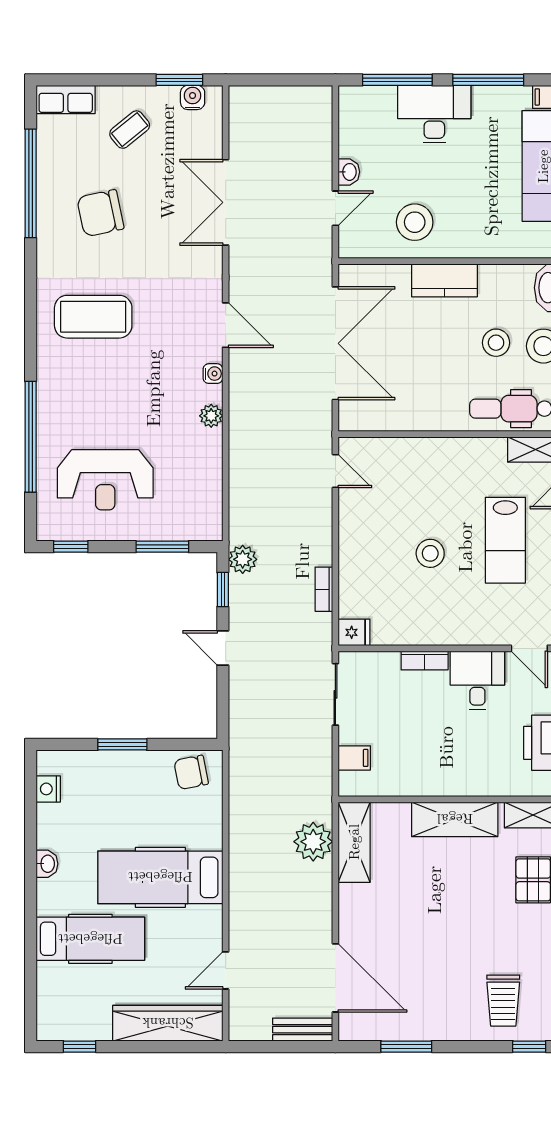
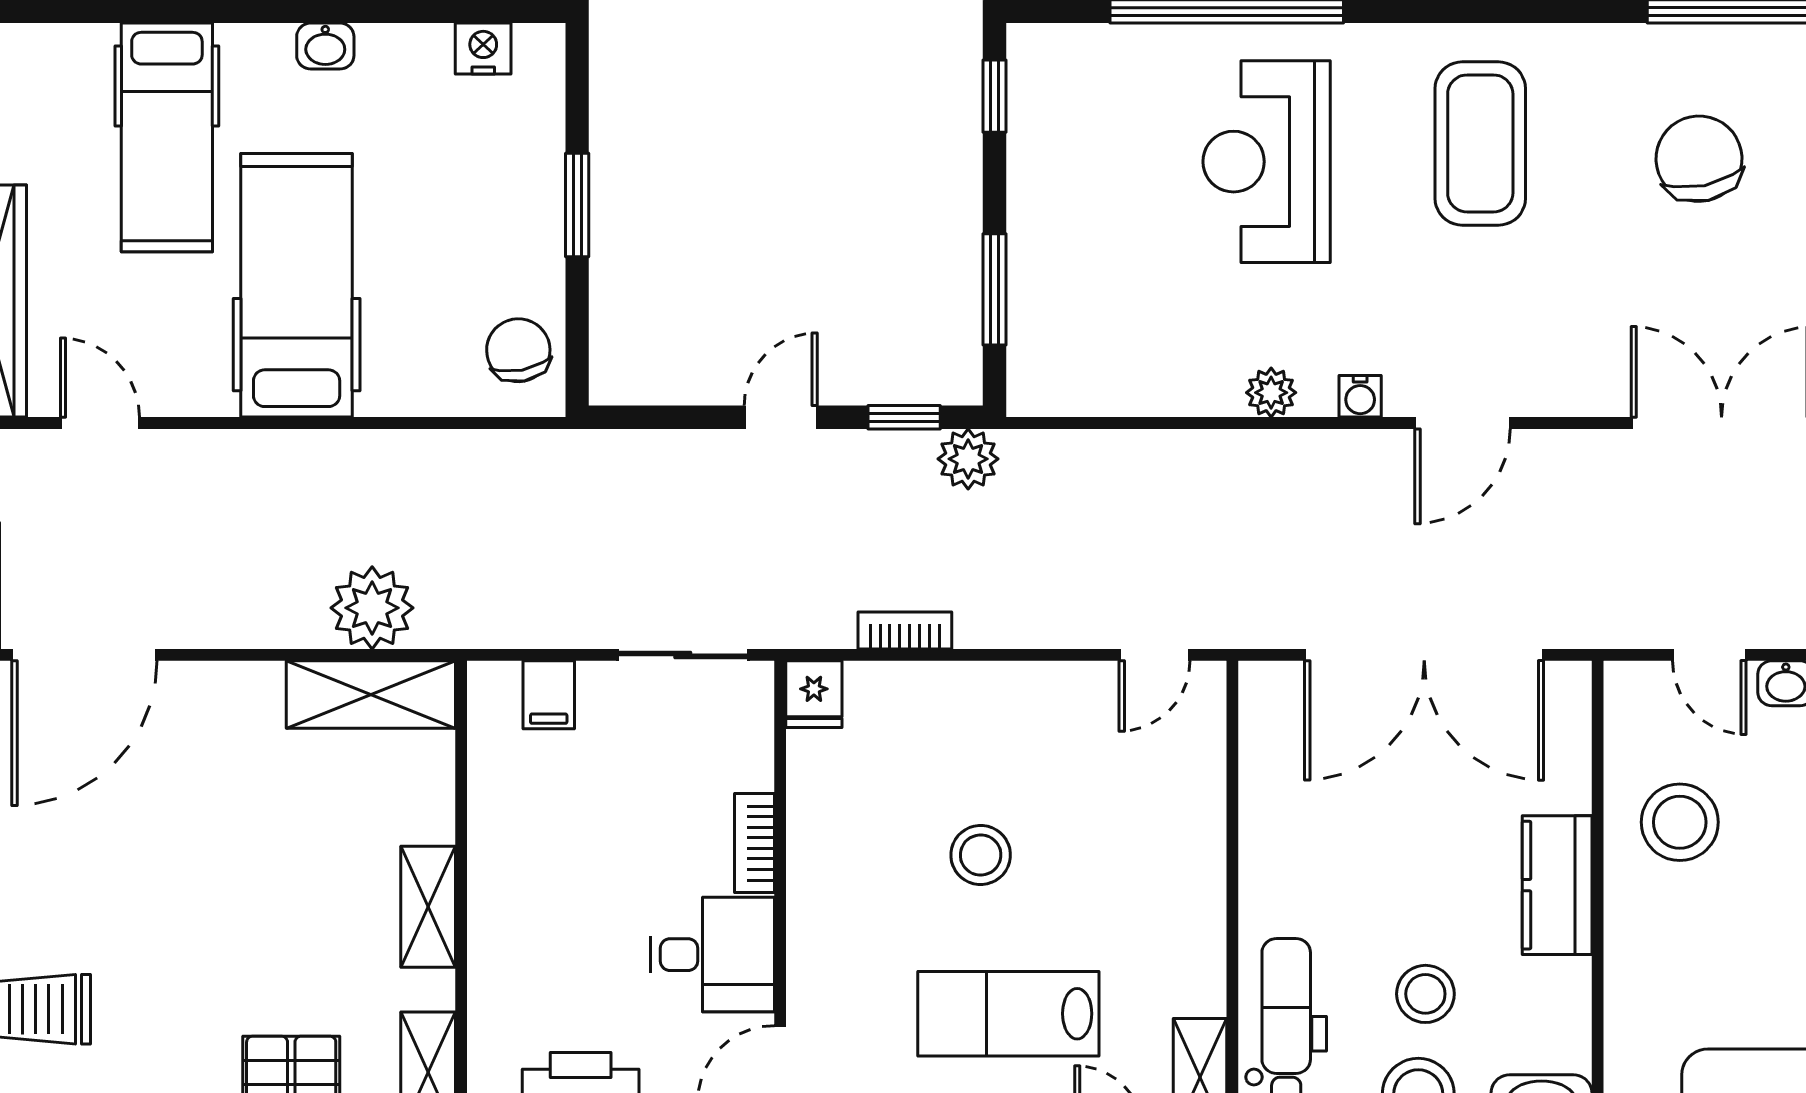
reception desk: (105, 480) -> (1267, 162), moved
shelving: (455, 819) -> (428, 907), width x0.67, depth x0.75

